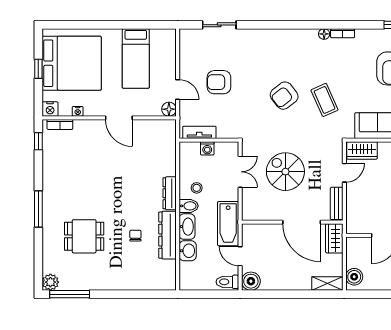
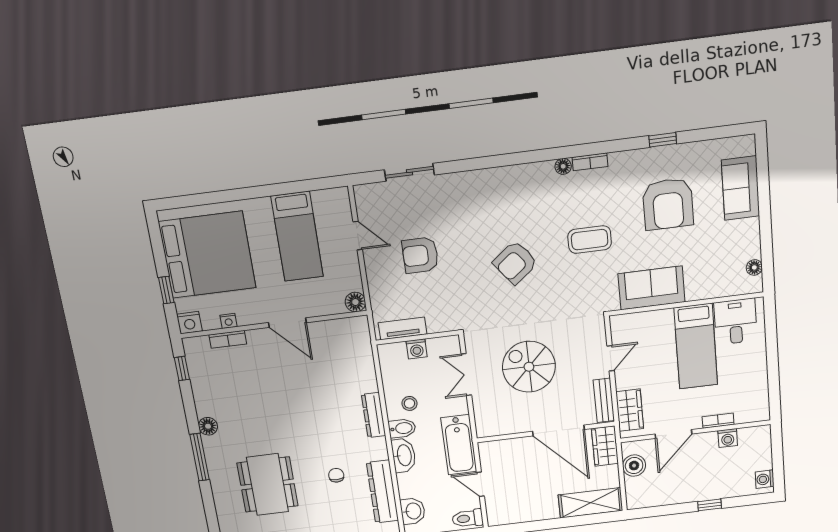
window: (38, 69) -> (166, 290), moved
door: (178, 89) -> (358, 236), moved
coffee table: (324, 100) -> (590, 240), moved, turned -66
bookcase: (60, 124) -> (228, 339), moved
wardrobe: (362, 150) -> (630, 410), moved, turned -90
double door: (240, 172) -> (466, 375), swing flipped
floor lamp: (49, 186) -> (208, 426), added
dresser: (167, 235) -> (383, 492), moved
dining table: (84, 236) -> (268, 484), width x1.38
washbasin: (188, 251) -> (413, 511), moved
boiler: (354, 277) -> (634, 466), moved
boiler: (251, 281) -> (499, 514), removed
shelving: (327, 284) -> (590, 503), width x1.50, depth x1.33

